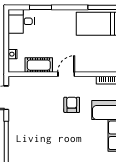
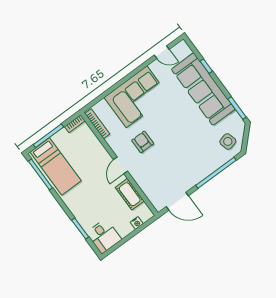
door: (66, 74) -> (120, 165), hinge flipped
armchair: (72, 105) -> (143, 142), turned 90

